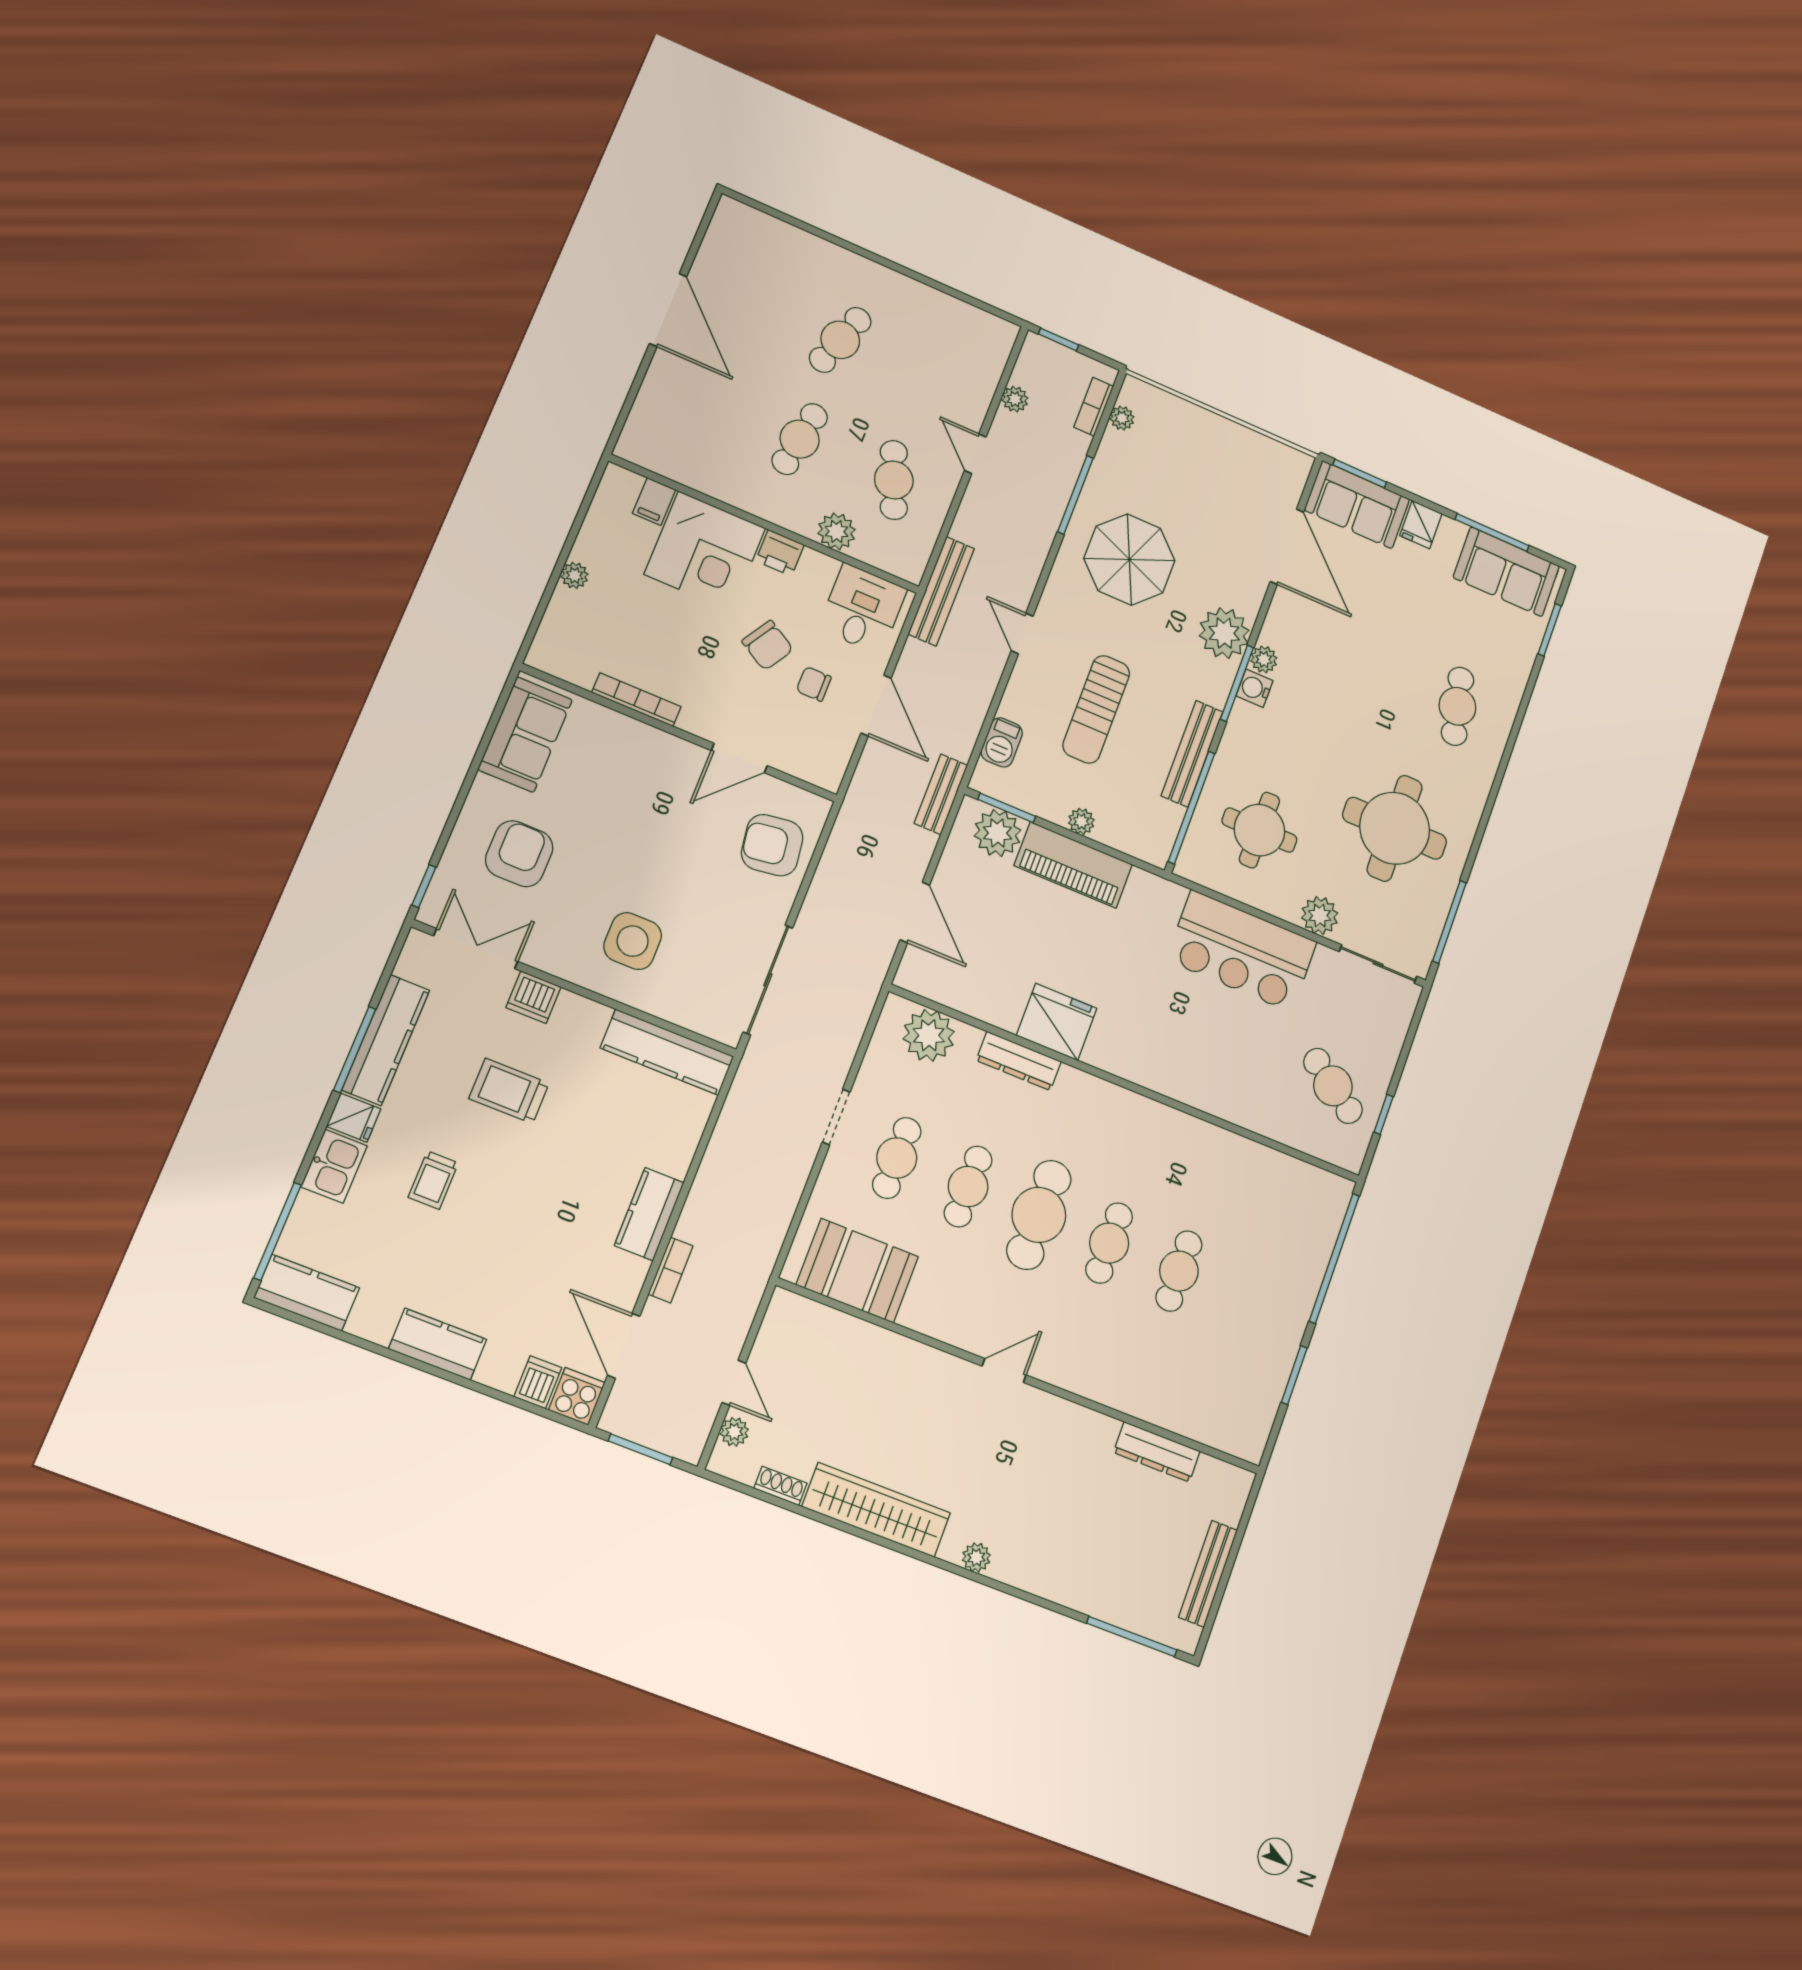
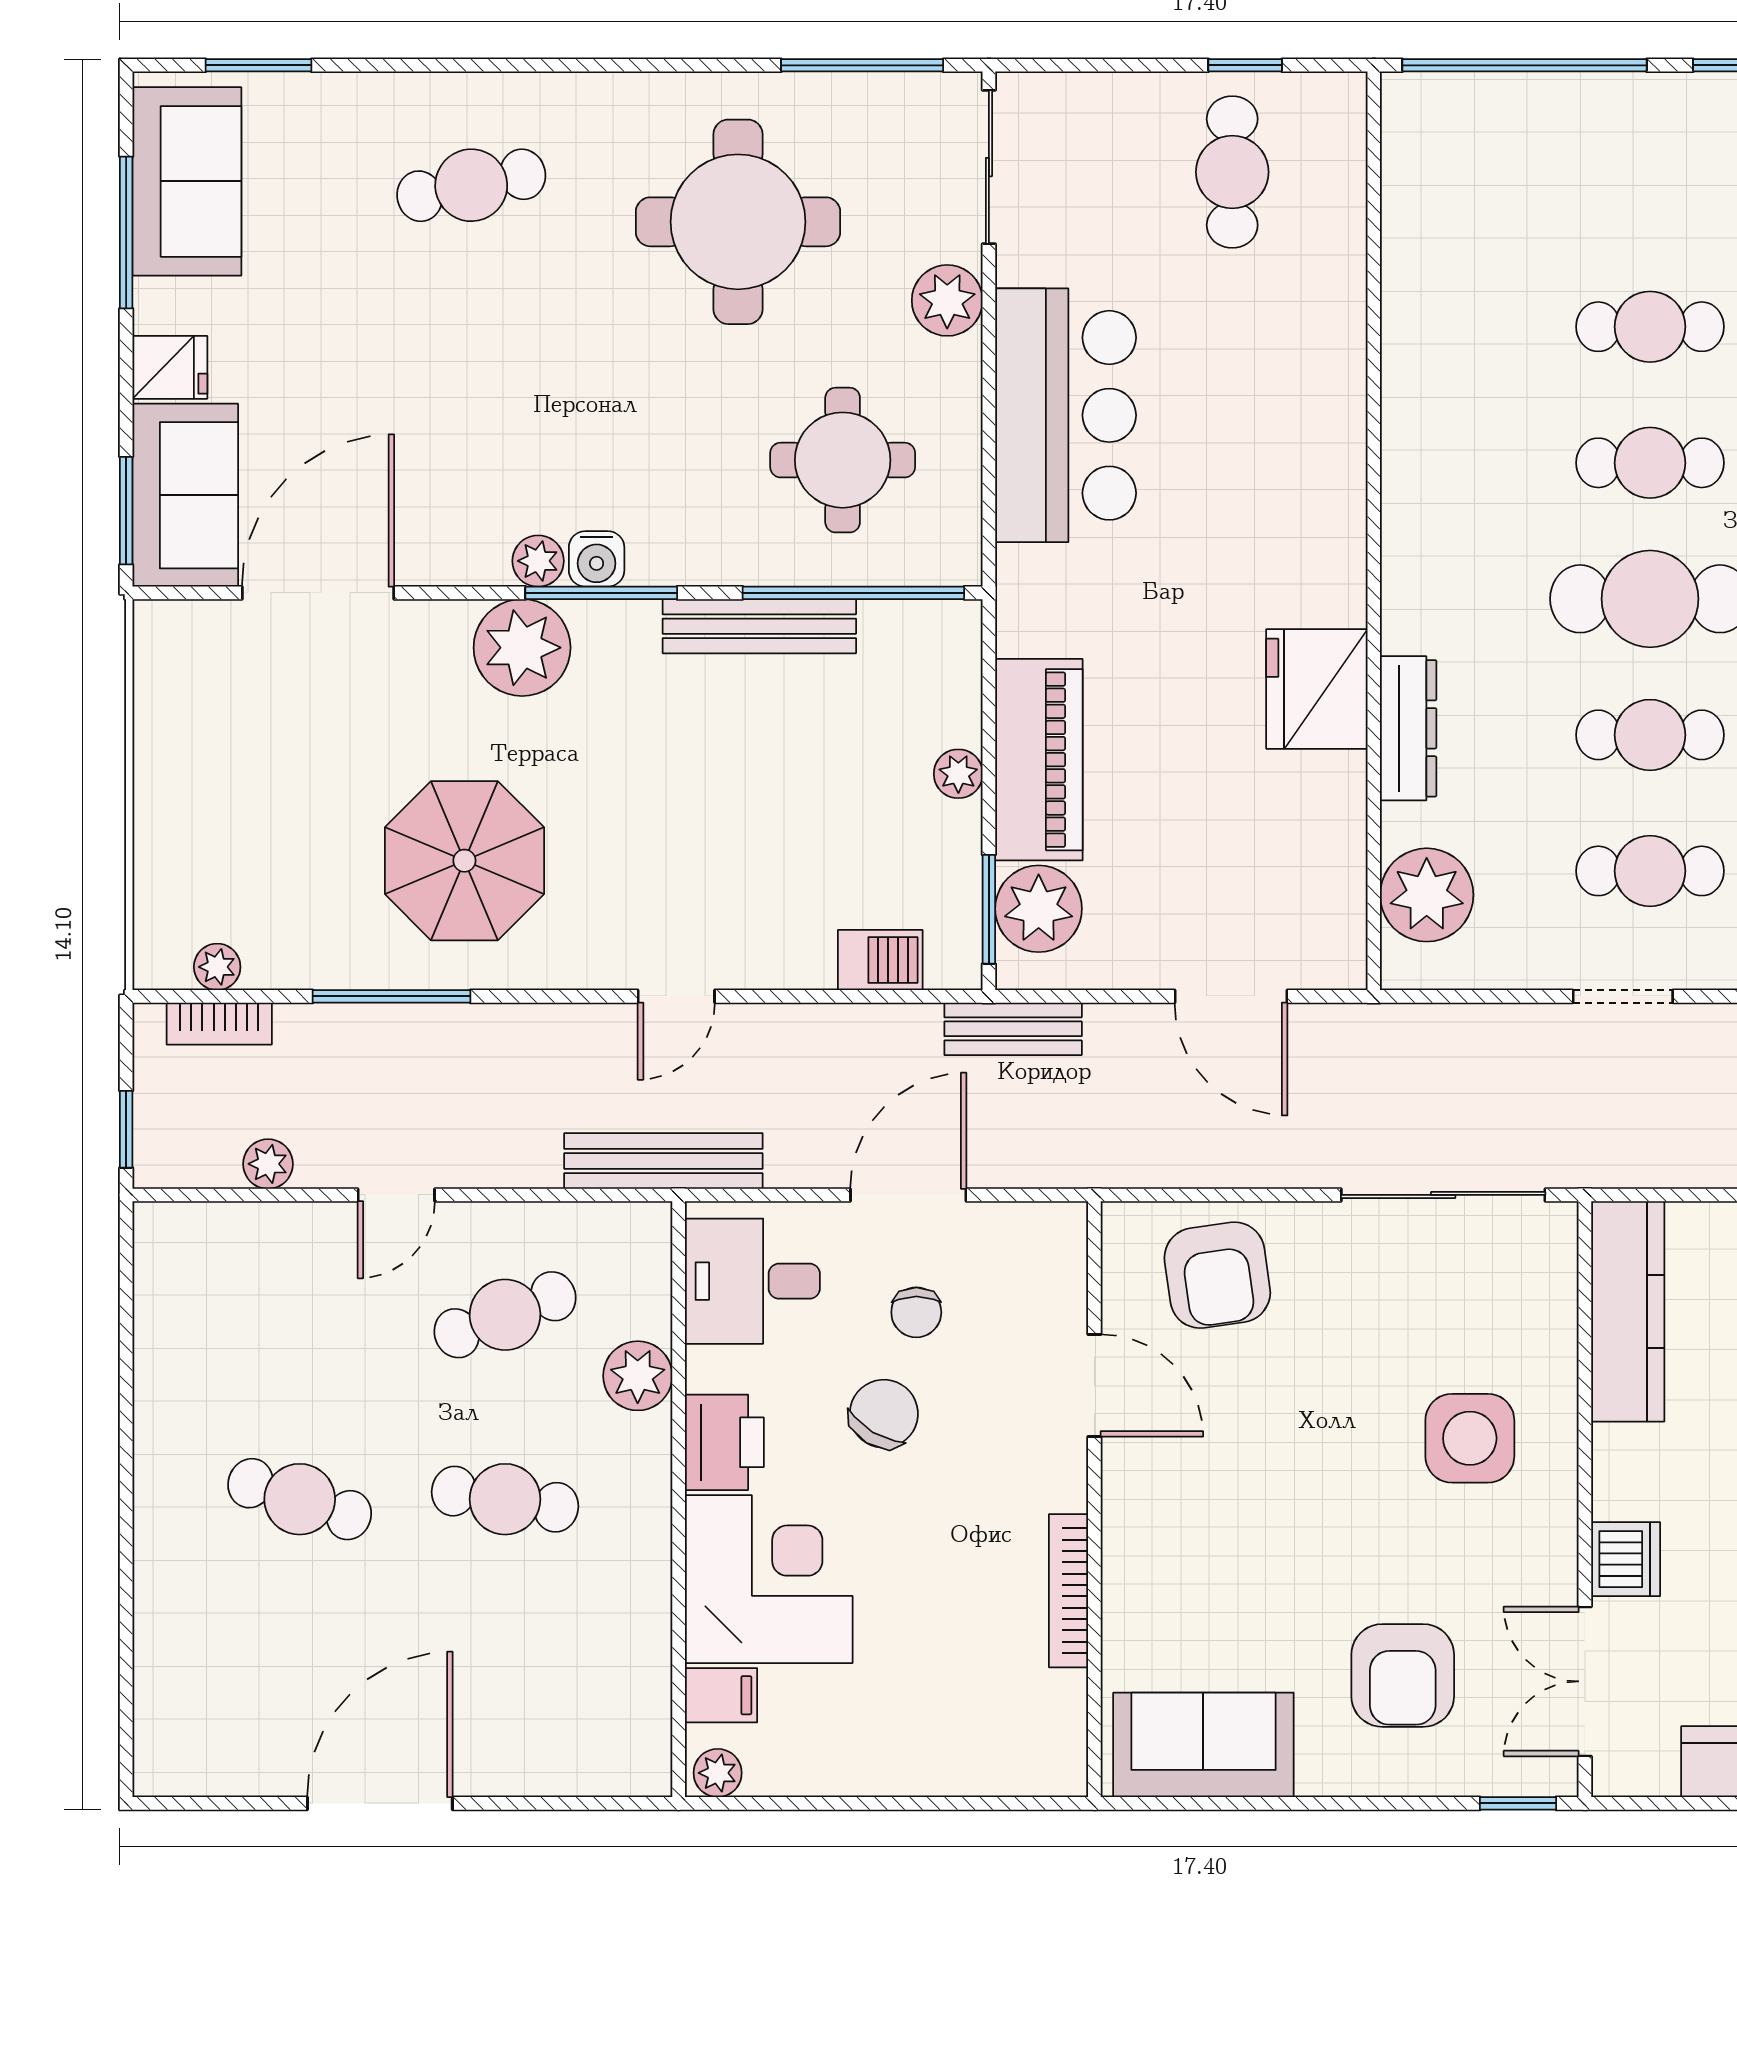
printer: (780, 553) -> (724, 1442), width x1.36, depth x1.24
plant: (575, 575) -> (718, 1773), moved
sun lounger: (1096, 709) -> (753, 820), removed
armchair: (519, 854) -> (1403, 1675), turned -90
door: (915, 912) -> (1231, 996), swing flipped
cafe table: (1333, 1086) -> (1232, 172), turned -35

